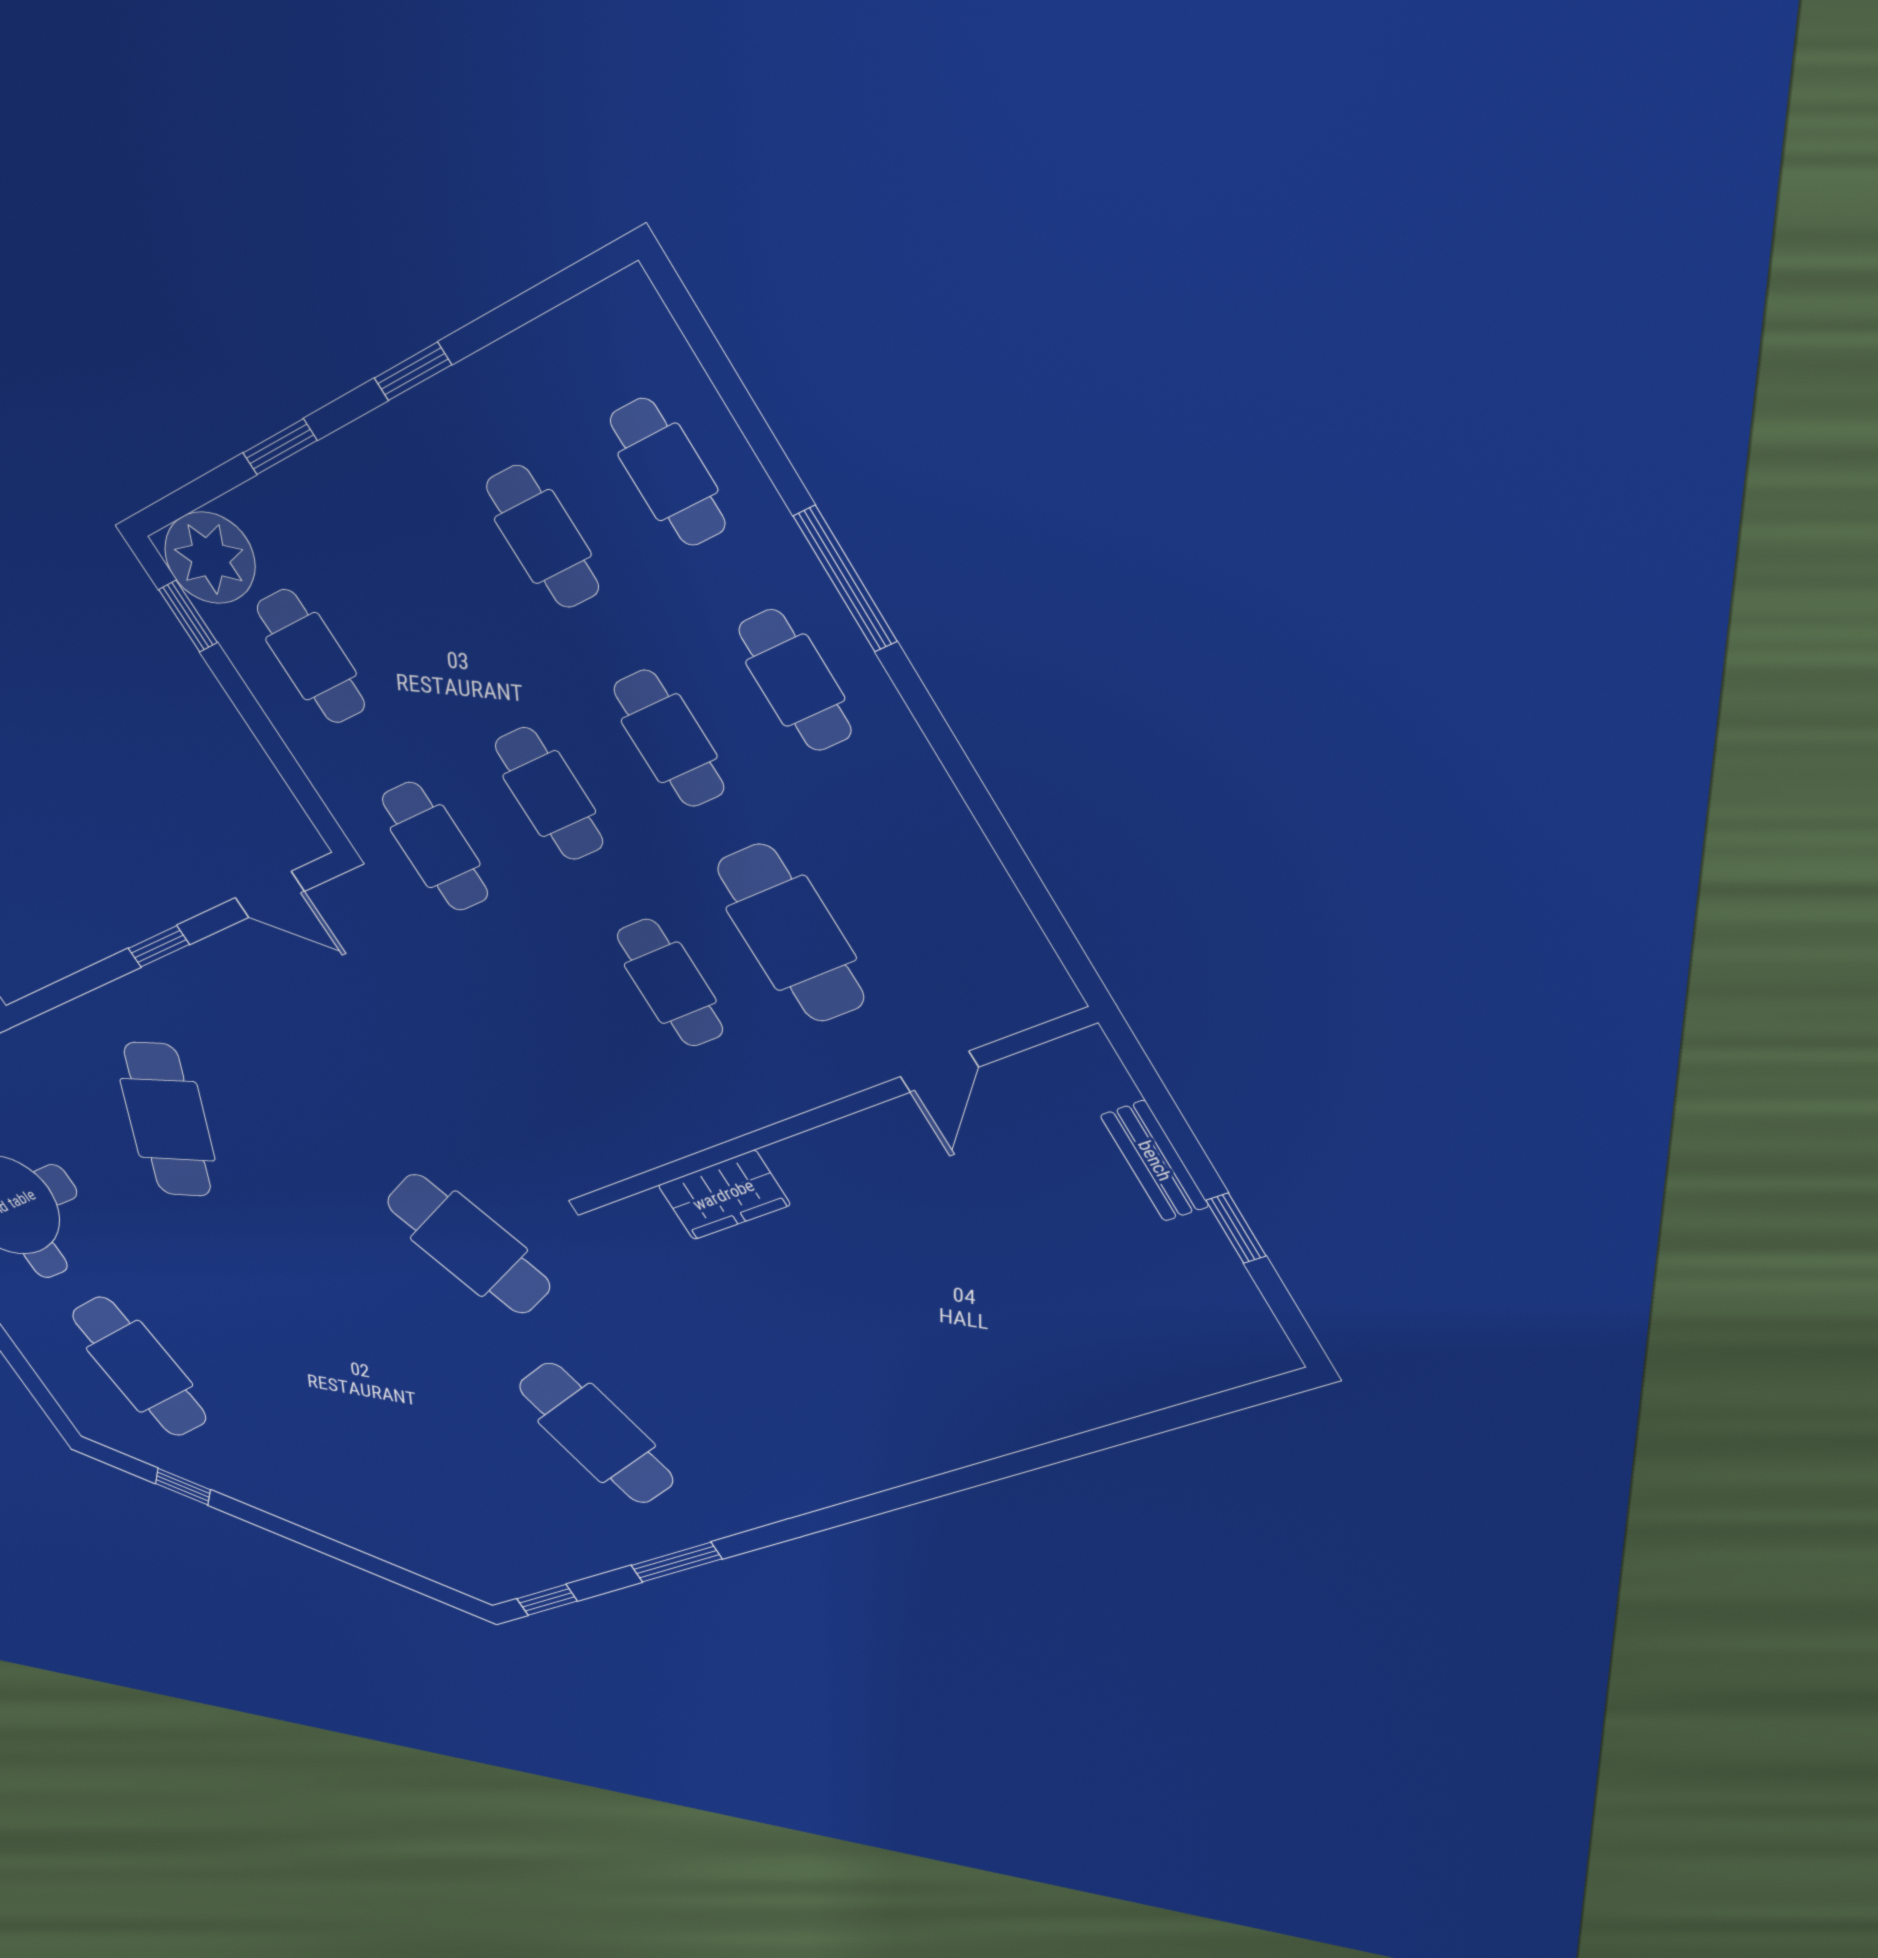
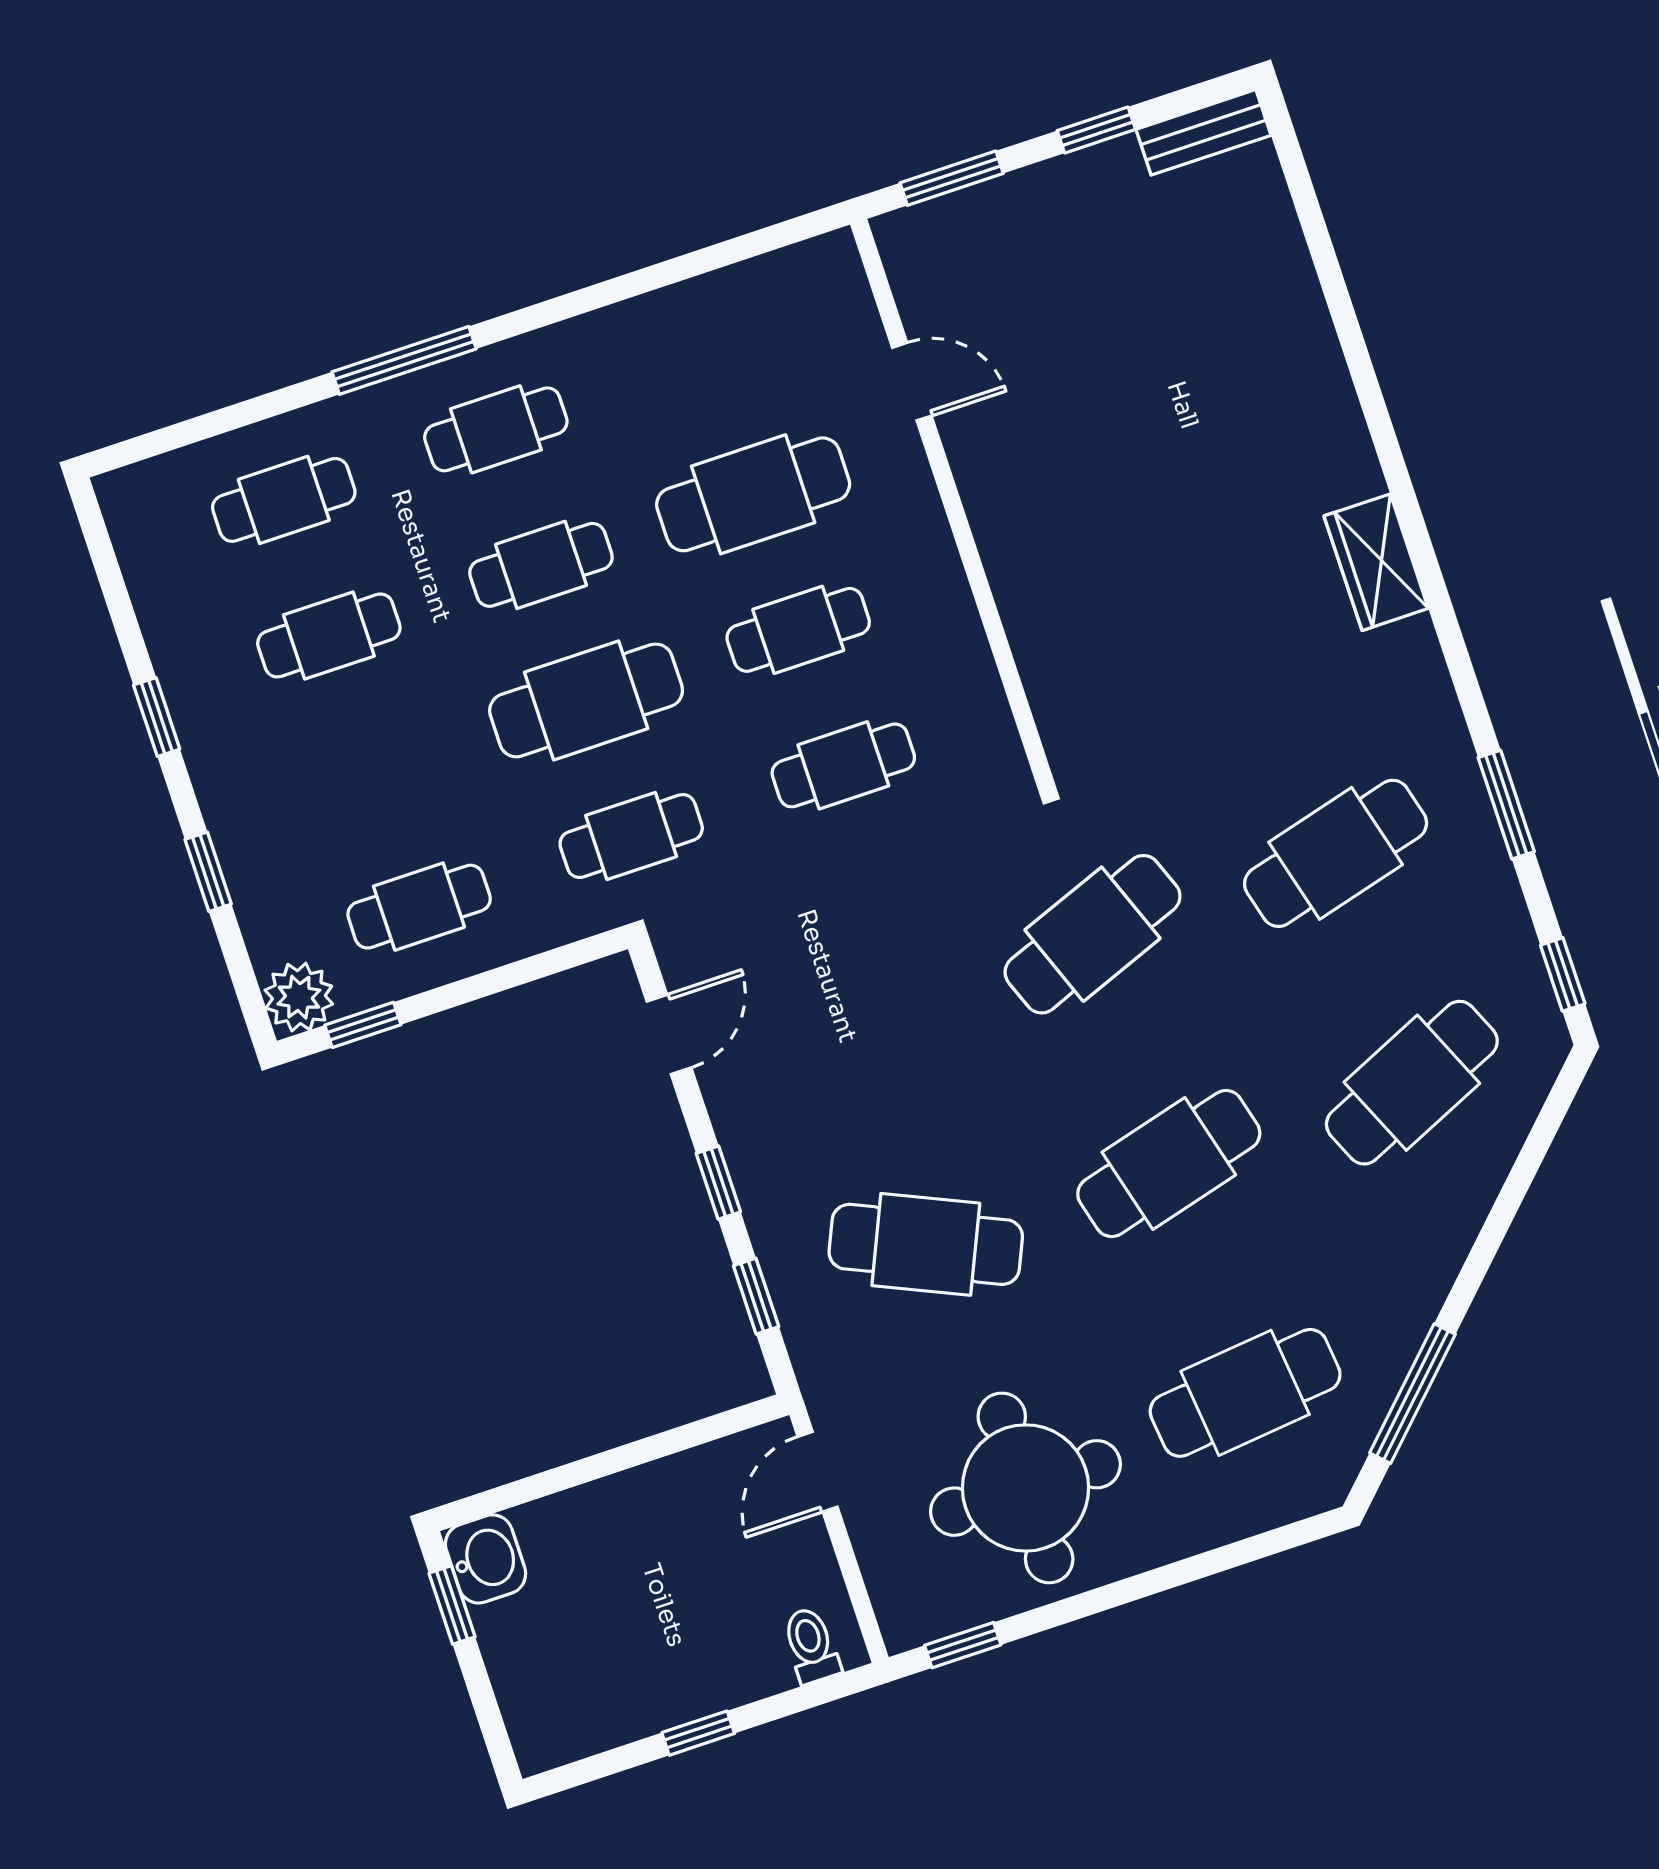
plant: (210, 558) -> (299, 997), width x0.73, depth x0.73
cafe table: (549, 794) -> (586, 700), width x1.37, depth x1.35
window: (77, 984) -> (756, 1296), added
cafe table: (555, 1030) -> (843, 765), added
window: (1158, 1099) -> (952, 178), added
bench: (1155, 1161) -> (1203, 132), moved
wardrobe: (724, 1195) -> (1376, 562), moved, turned 180
cafe table: (298, 1308) -> (1169, 1164), added
window: (183, 1487) -> (1412, 1394), width x2.17
cafe table: (424, 1489) -> (1412, 1083), added

